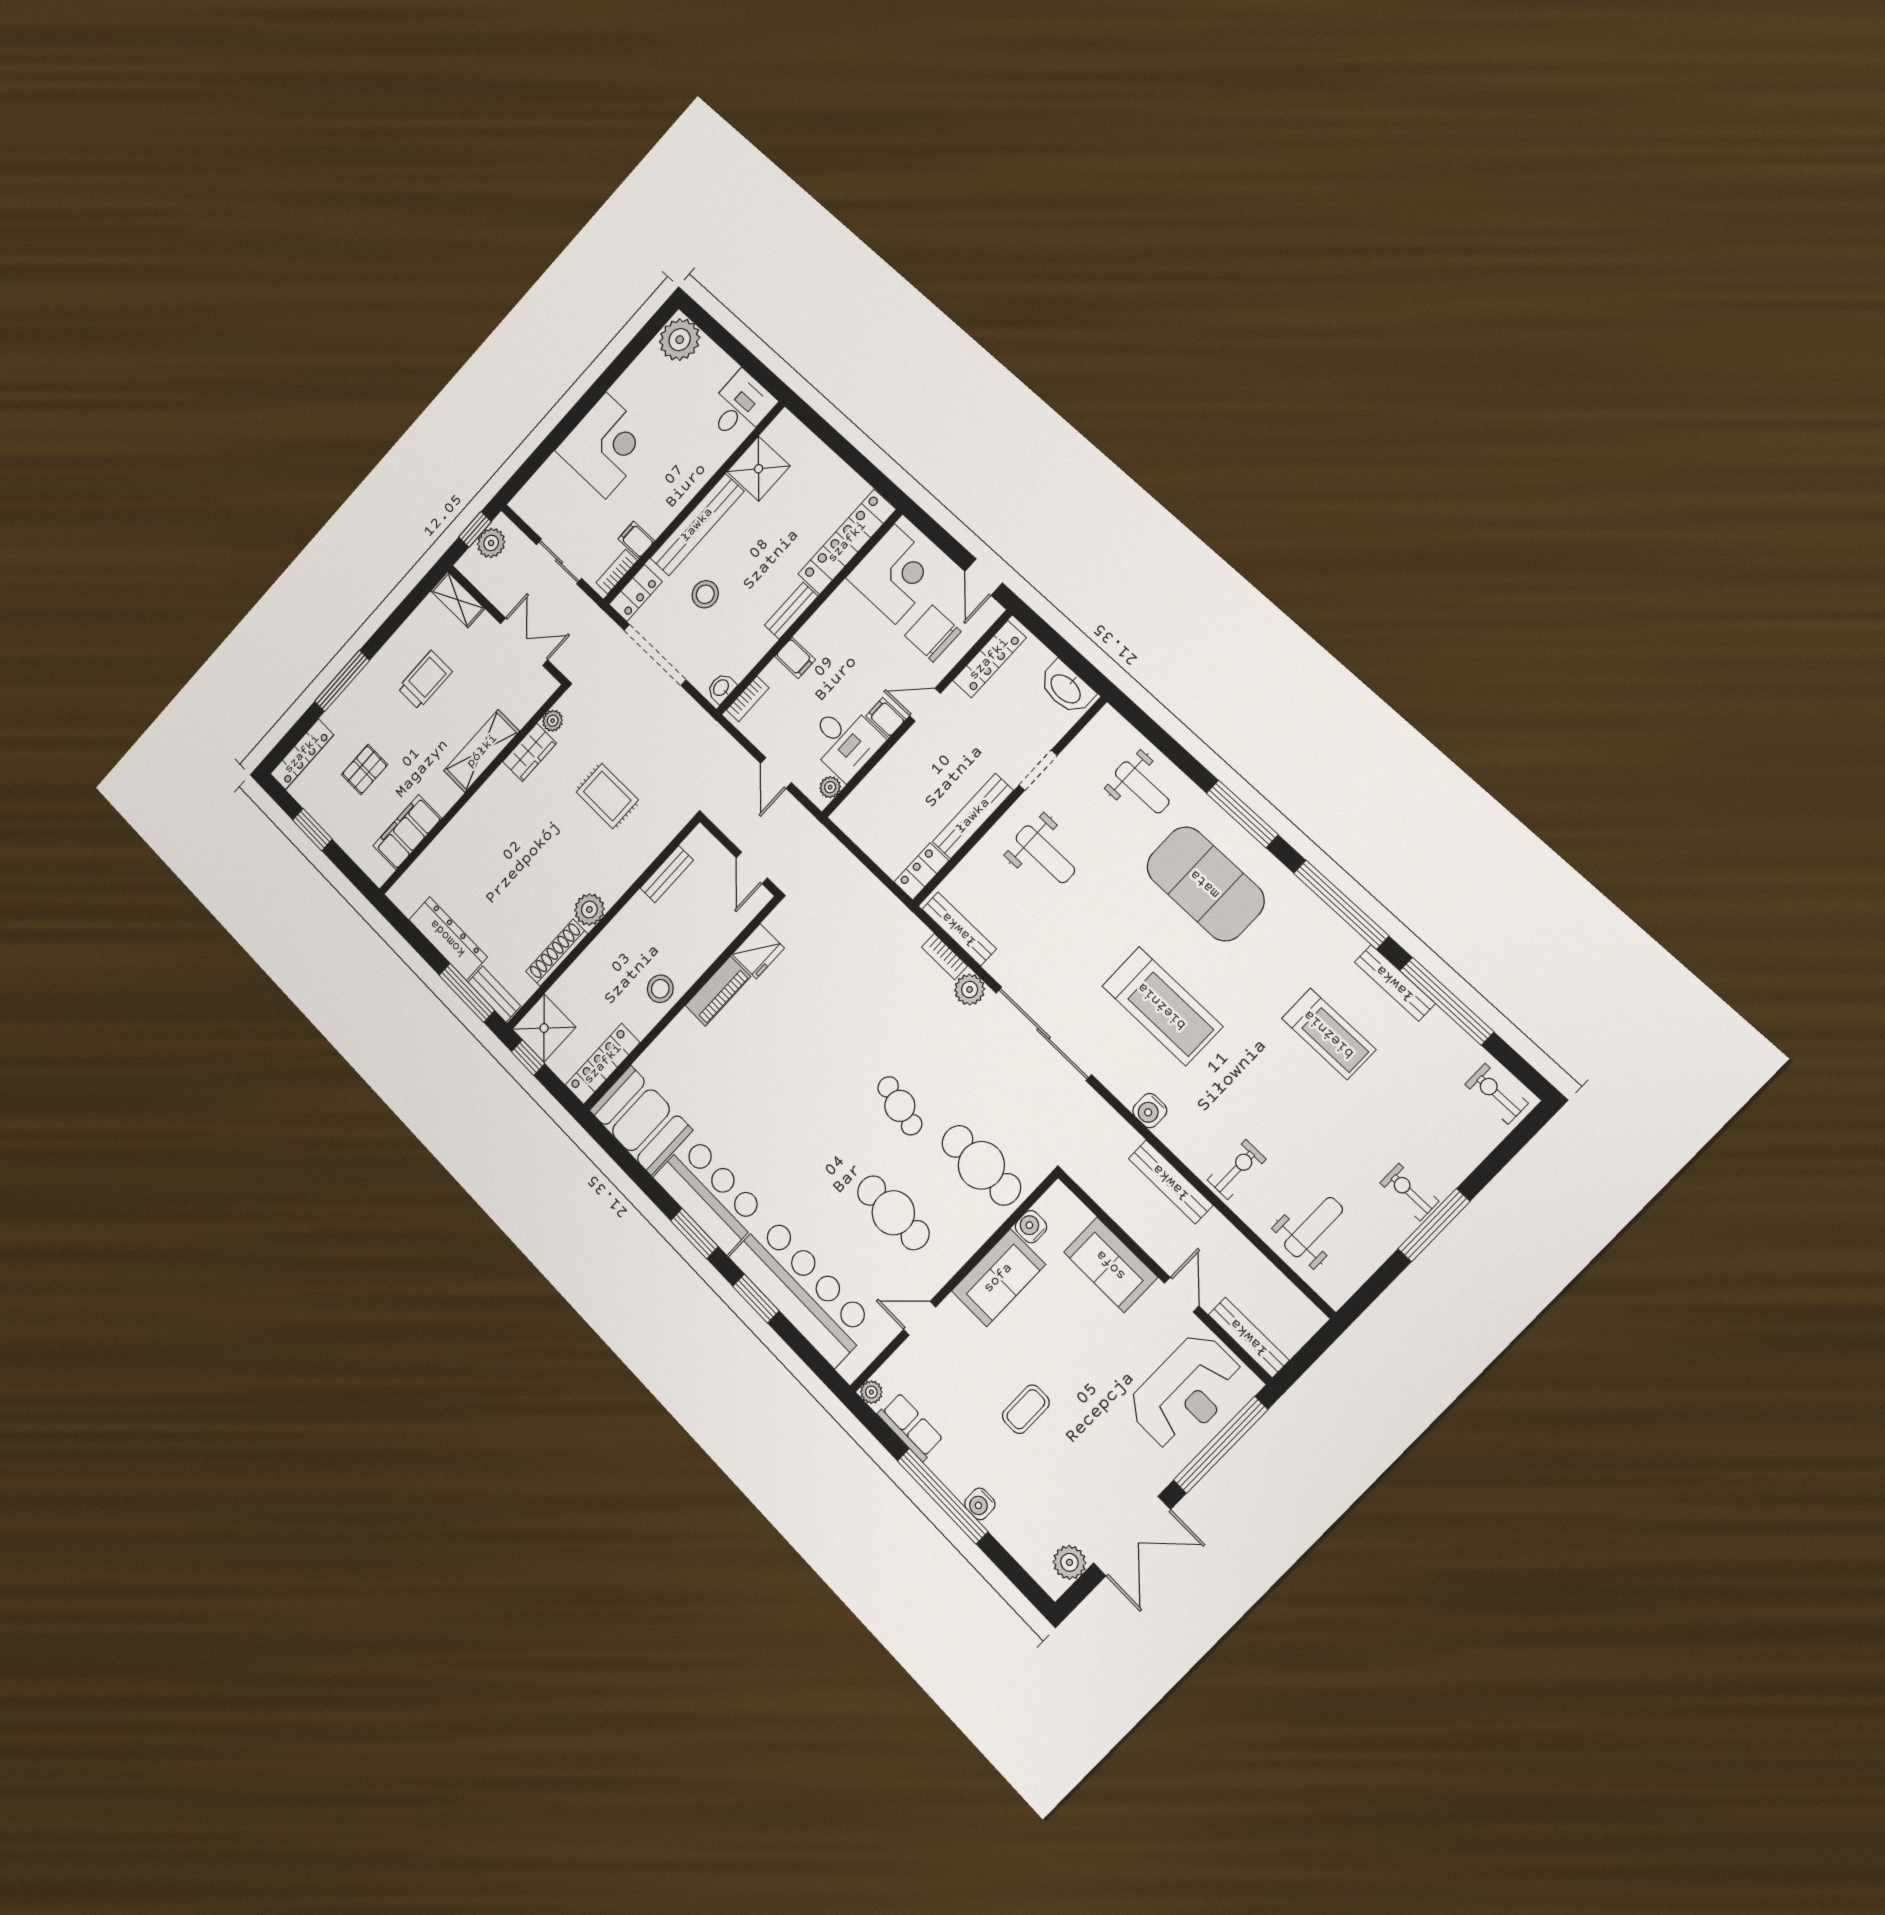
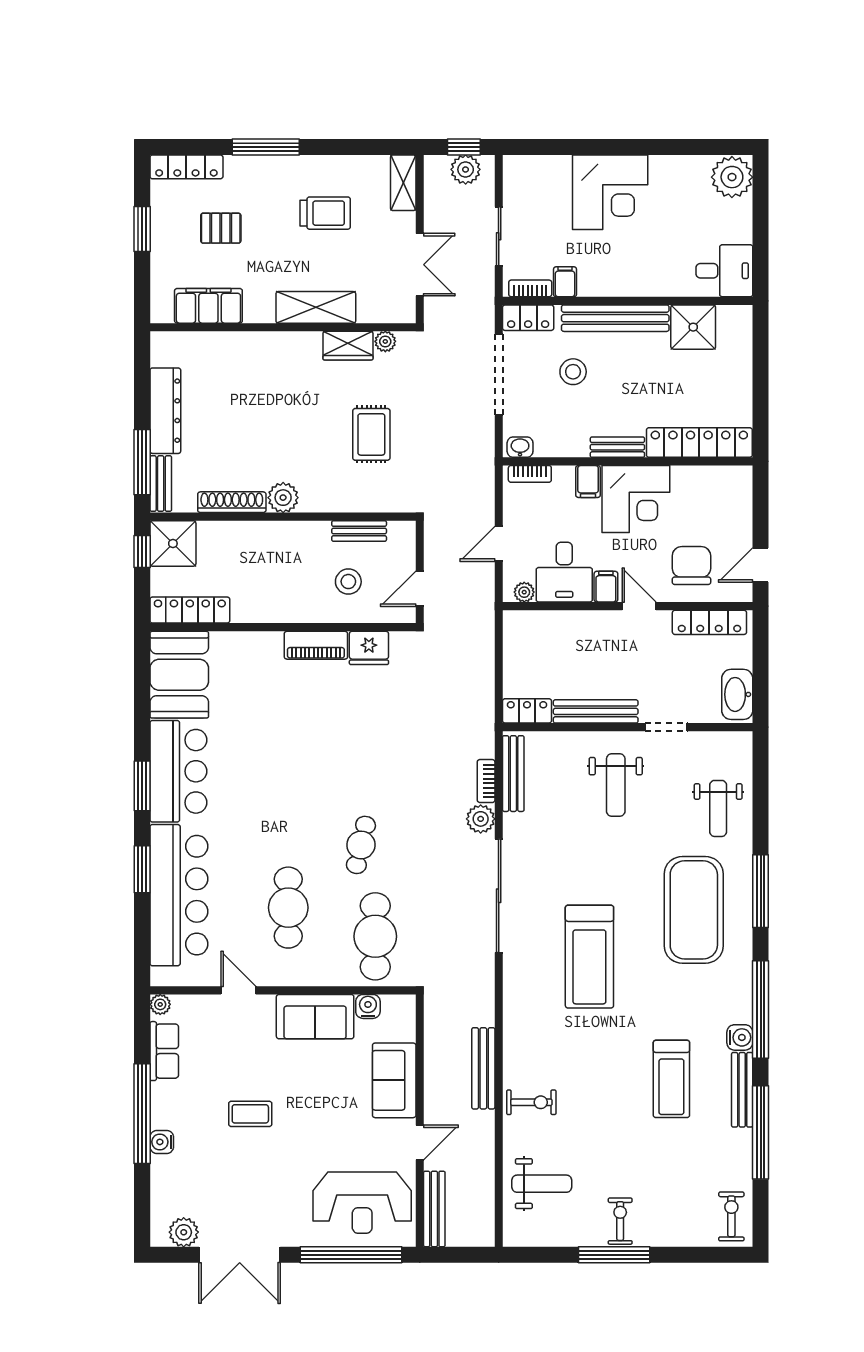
corner desk: (895, 574) -> (636, 499), moved
stool: (660, 989) -> (348, 582), moved
water cooler: (1150, 1111) -> (740, 1037), moved, turned 180

